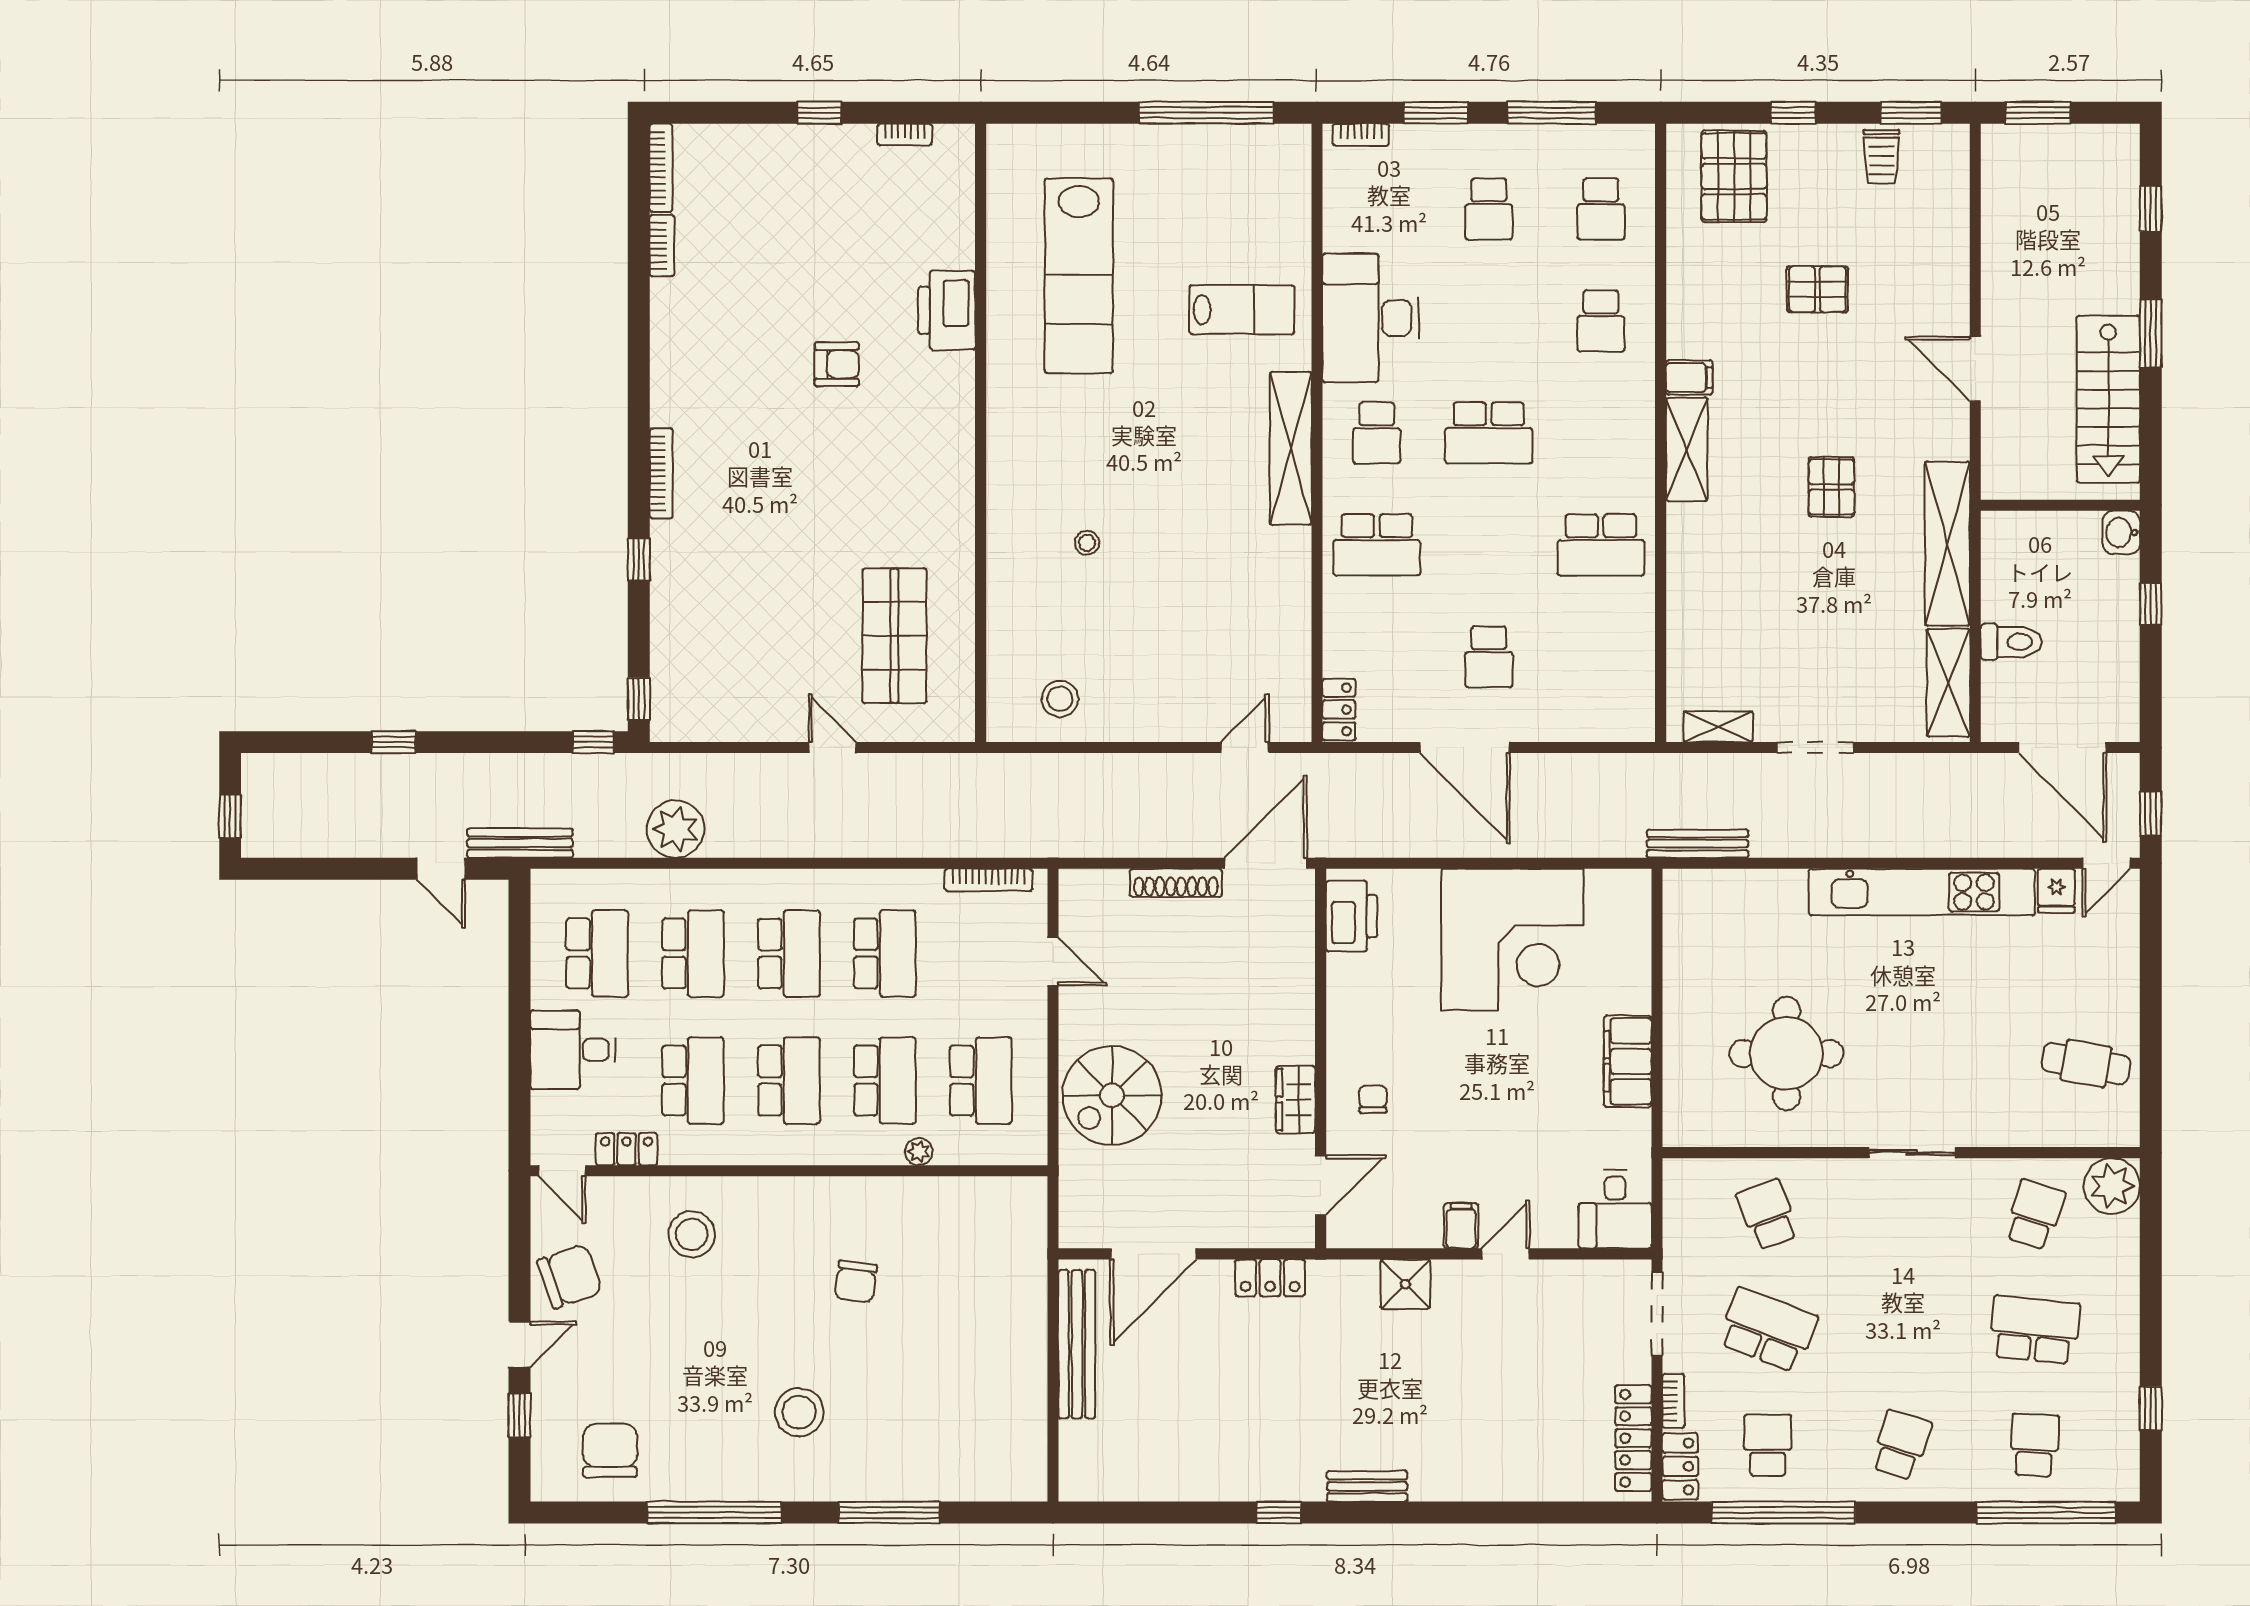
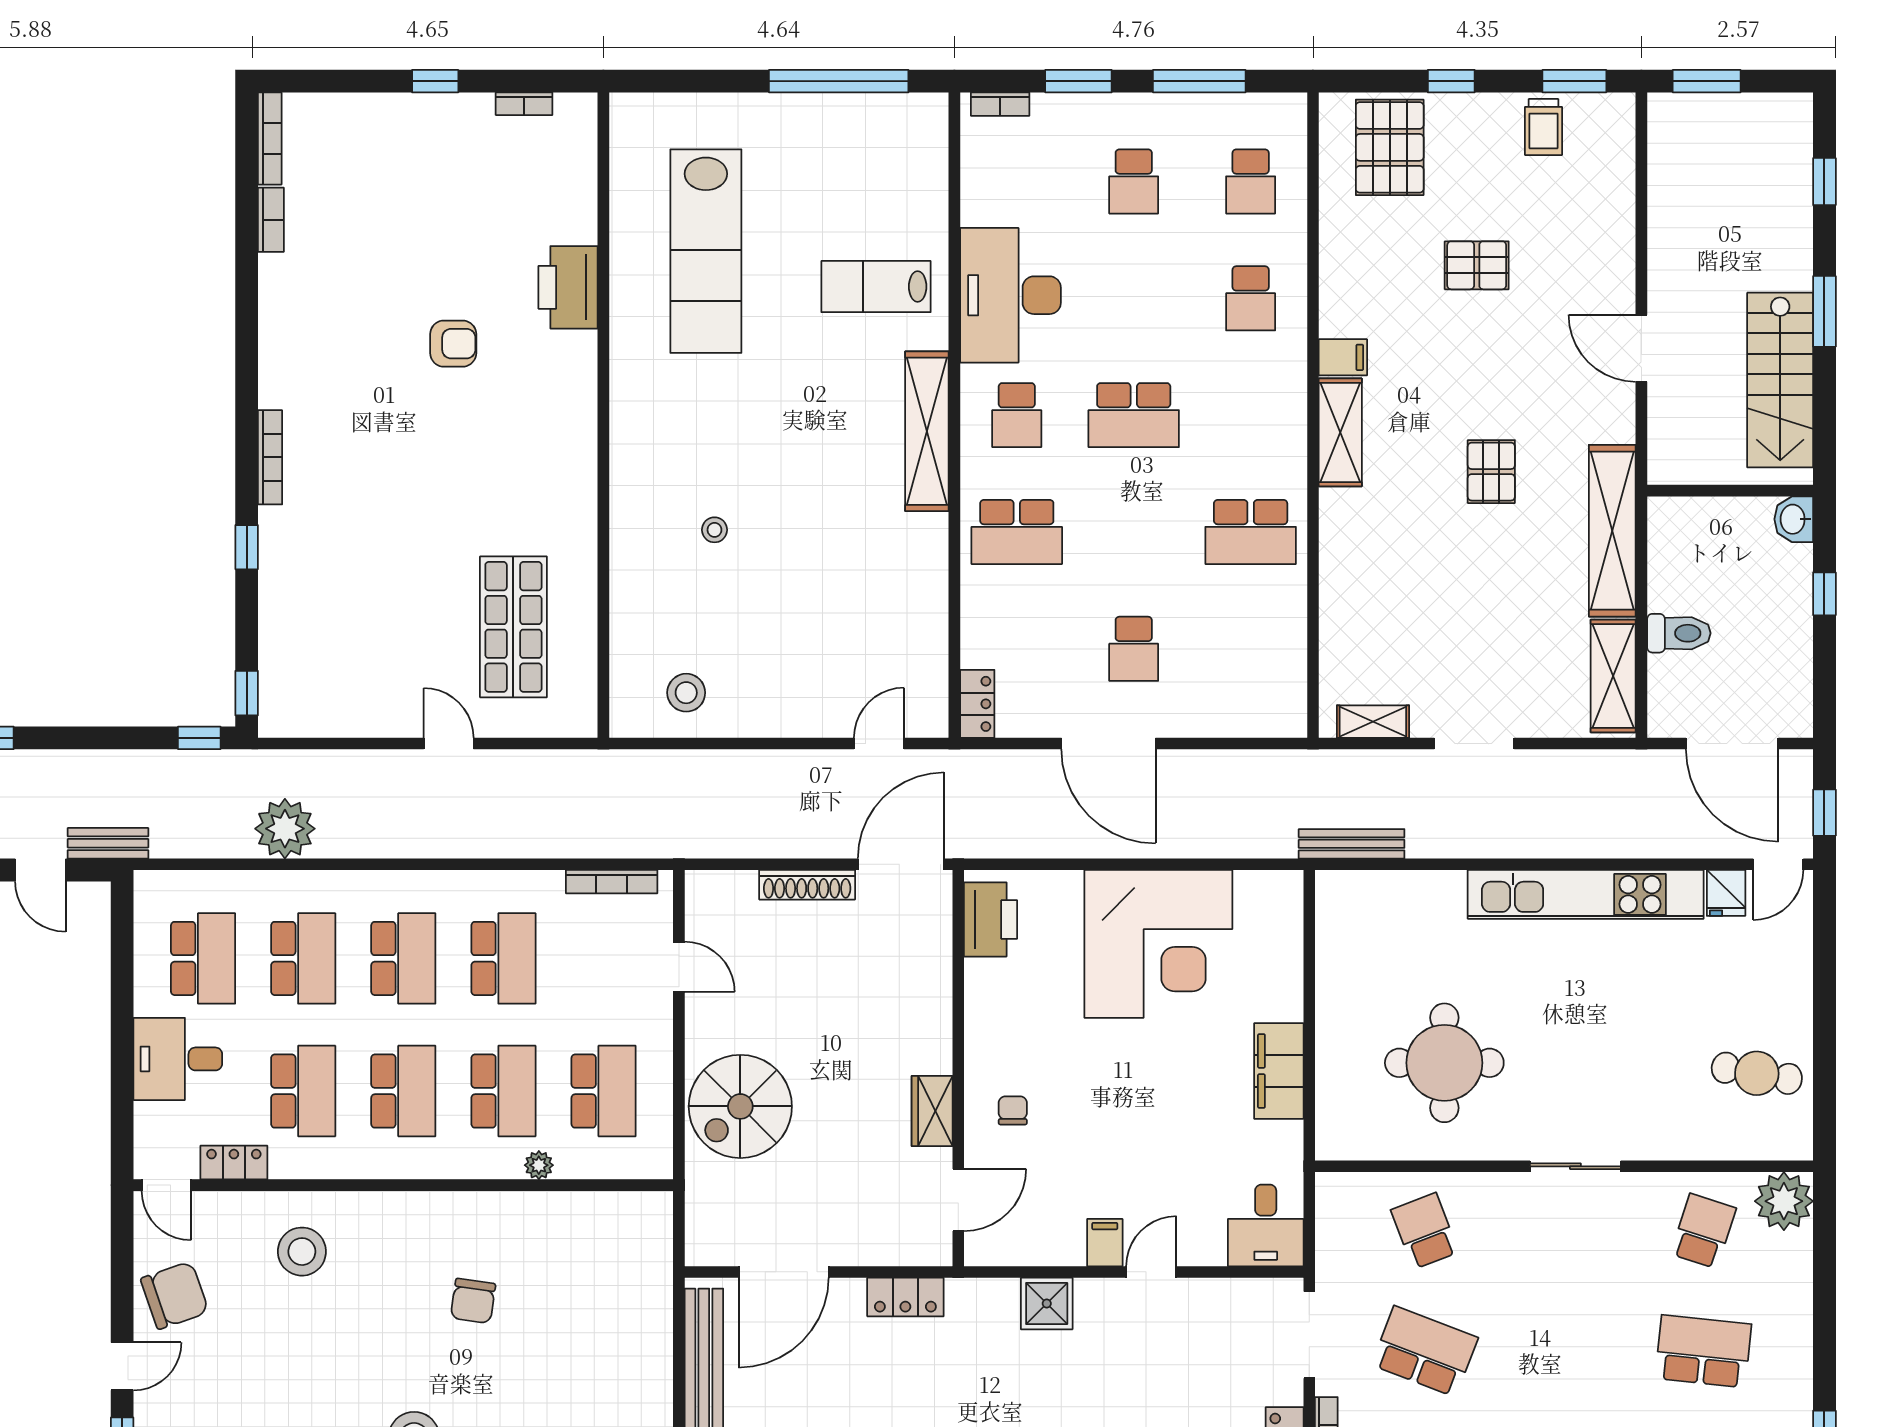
lab bench: (1242, 310) -> (876, 287), turned 180
bench: (520, 843) -> (108, 843), width x0.73

